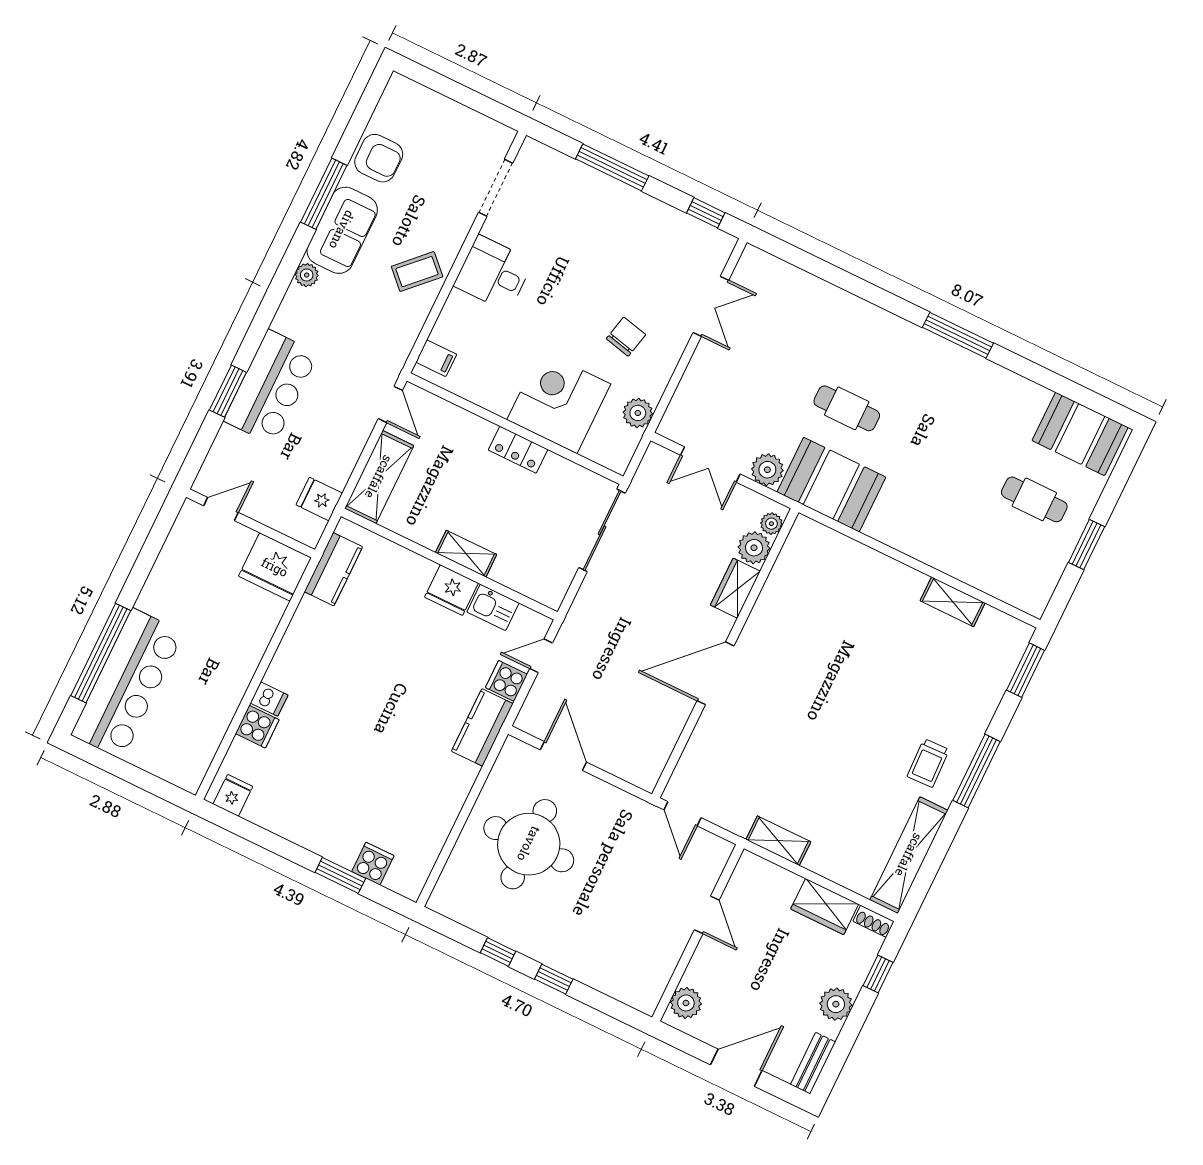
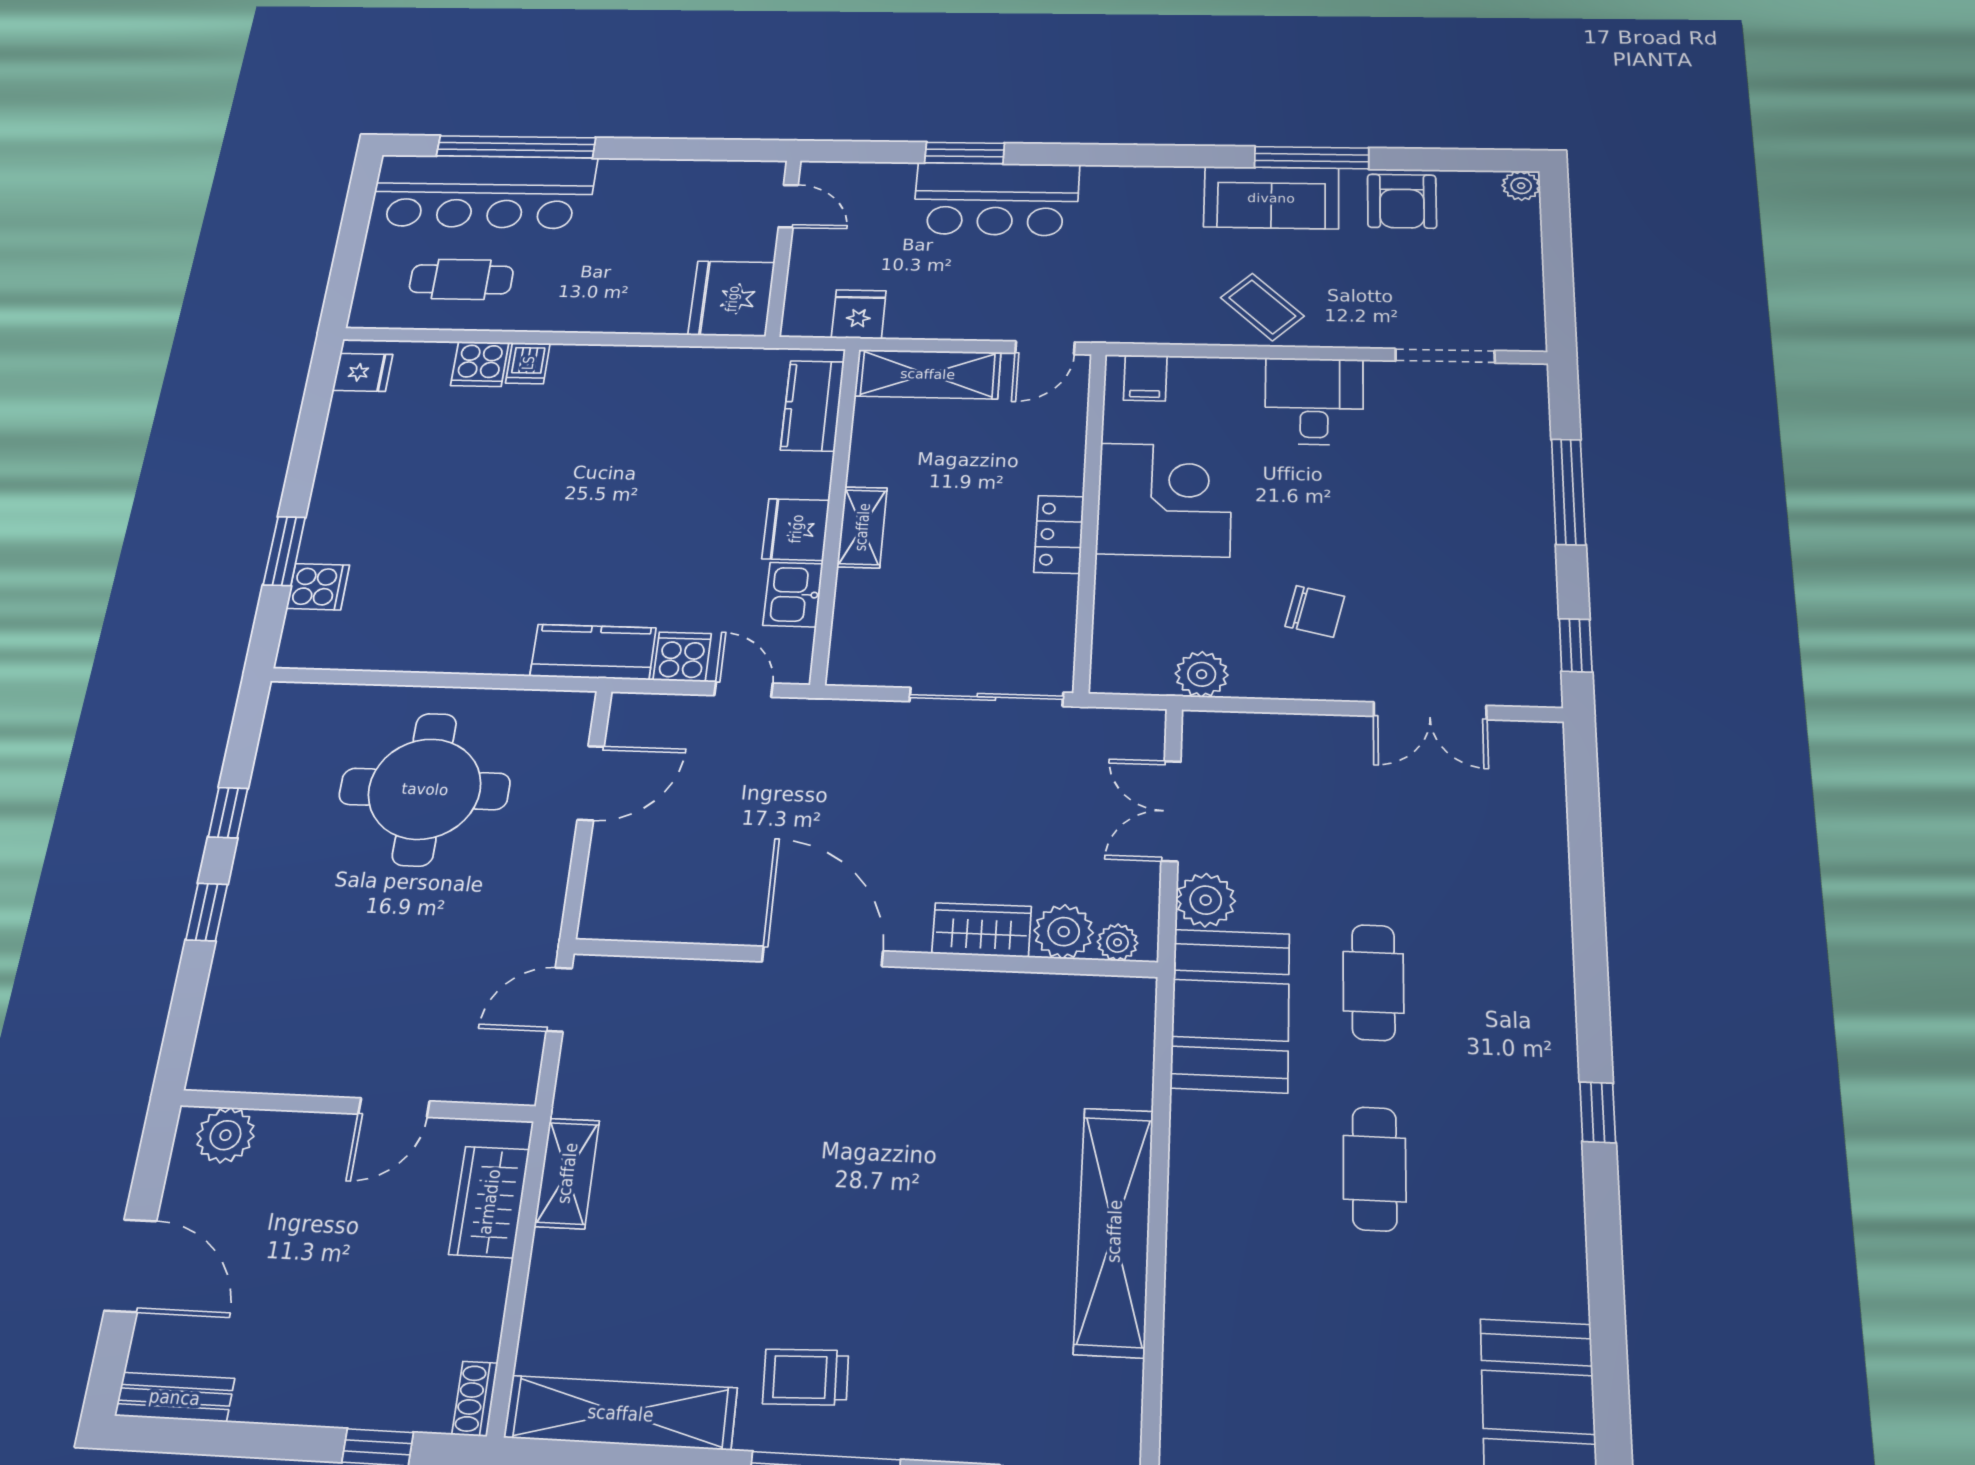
plant: (307, 275) -> (1521, 186), moved
window: (958, 335) -> (1598, 1112), width x0.46
corner desk: (559, 402) -> (1164, 500), moved
cafe table: (1034, 499) -> (1375, 1169), moved
kitchen counter: (333, 569) -> (812, 406), moved, turned 90
shelving: (953, 602) -> (1114, 1231), width x2.20, depth x1.33
cafe table: (189, 718) -> (461, 279), added
wardrobe: (825, 906) -> (489, 1202), moved
plant: (836, 1004) -> (298, 1394), removed

